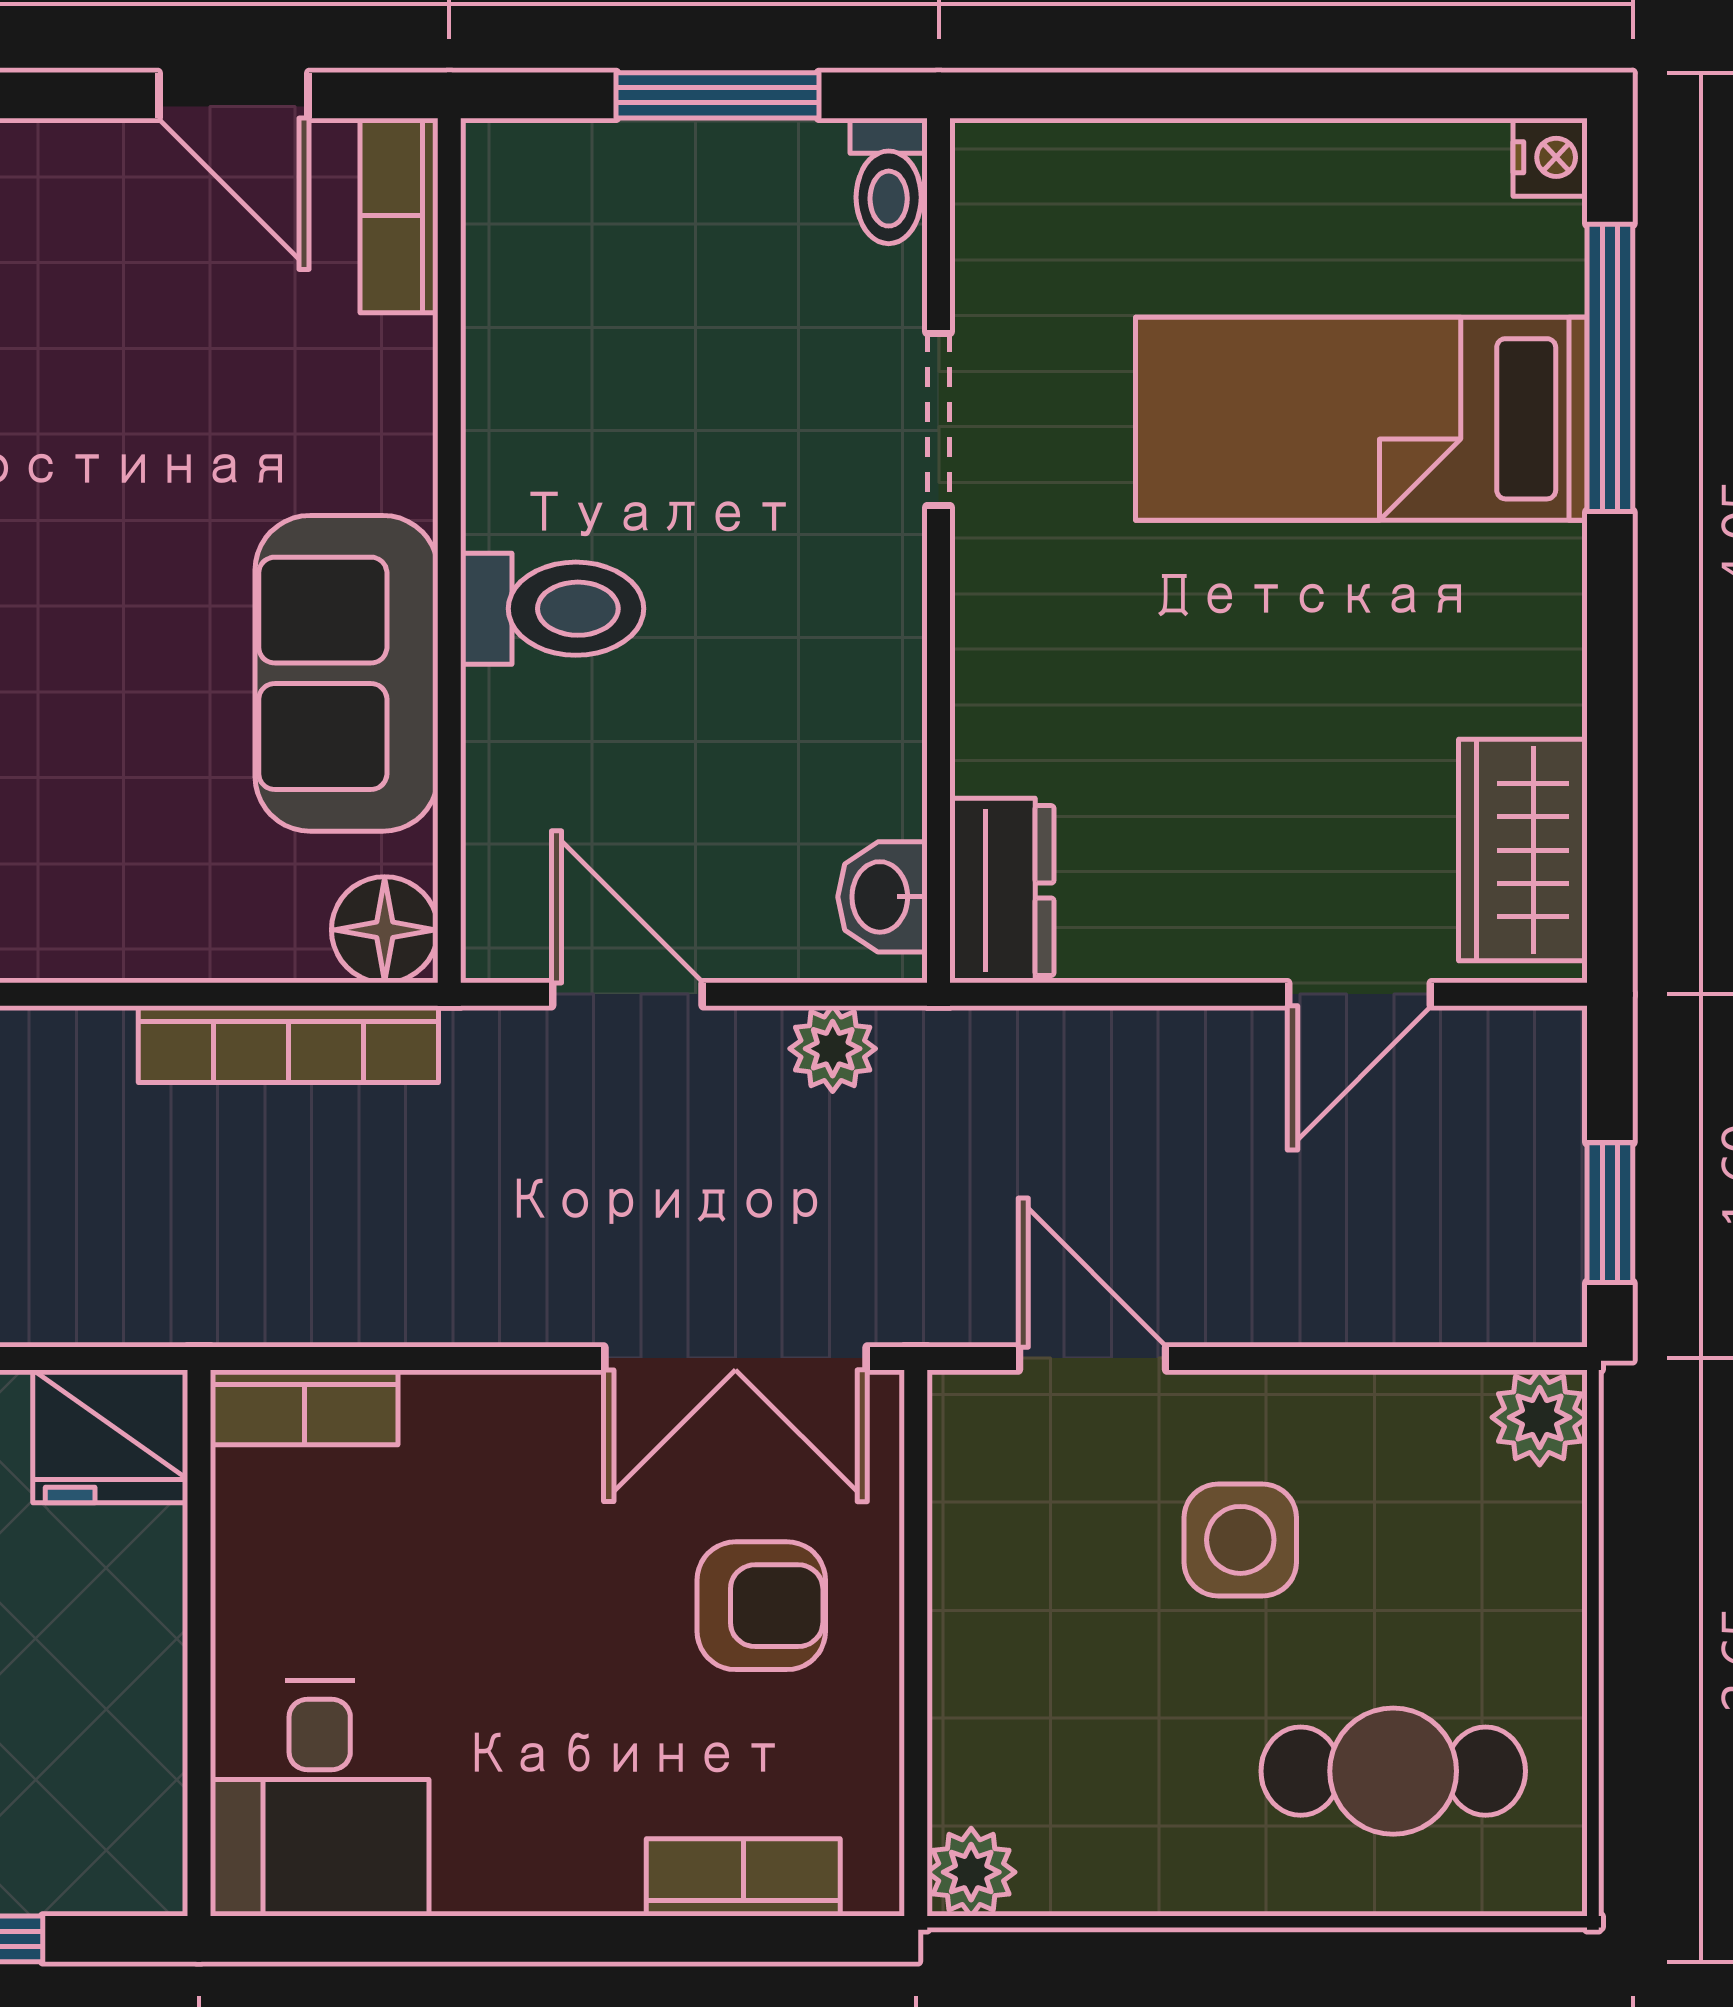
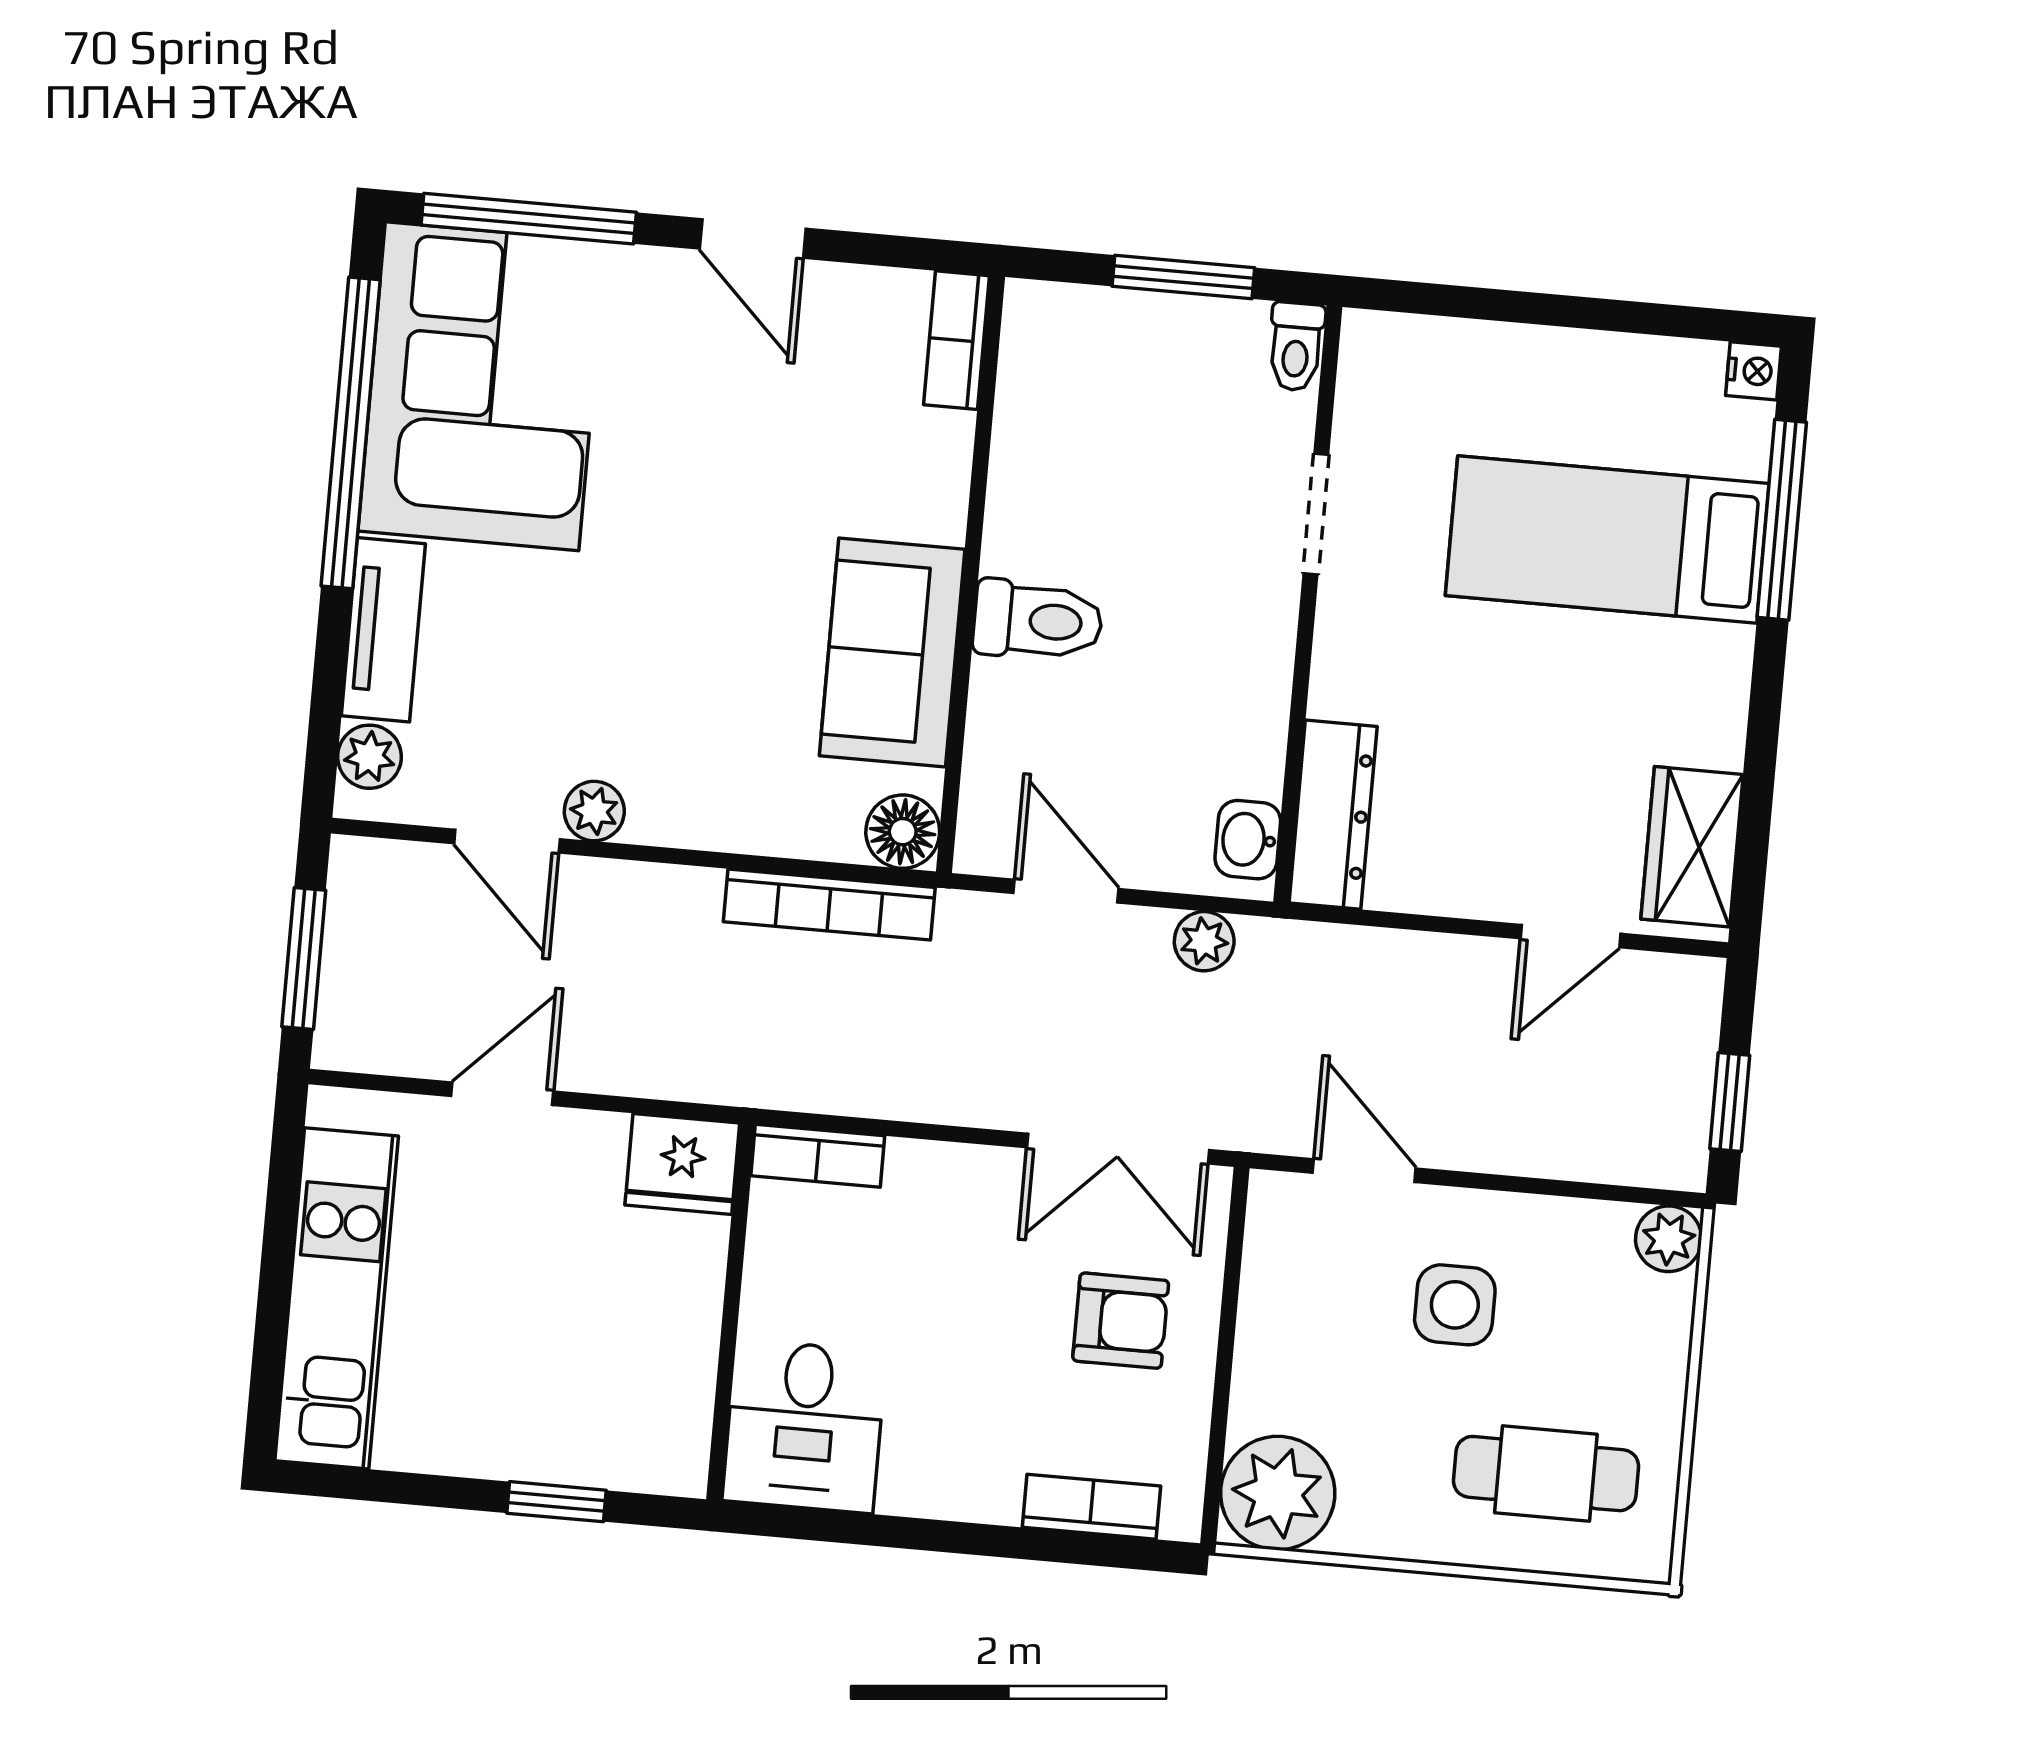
door: (233, 95) -> (753, 239), moved
dresser: (1002, 891) -> (1333, 815), width x1.44
plant: (971, 1872) -> (1278, 1493), width x1.88, depth x1.88

